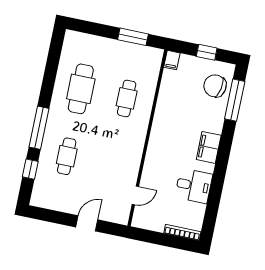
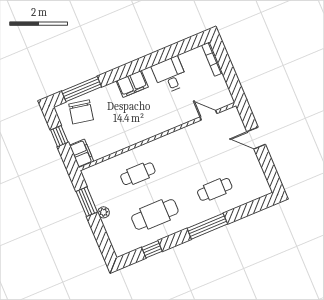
plant: (113, 45) -> (104, 212), added
filing cabinet: (172, 60) -> (82, 153), width x2.00
window: (30, 169) -> (152, 249), moved

